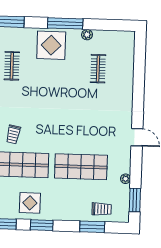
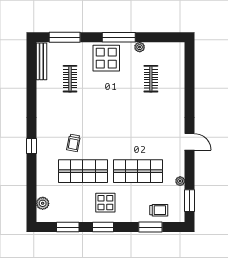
display table: (30, 203) -> (105, 203), moved

